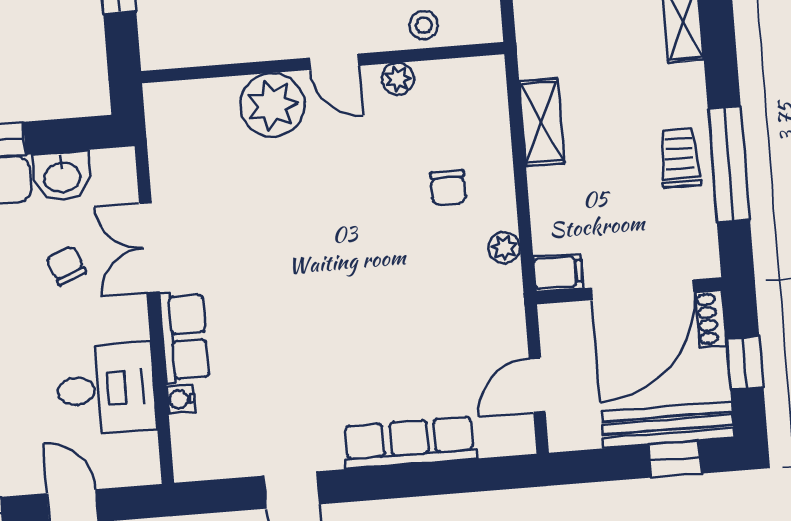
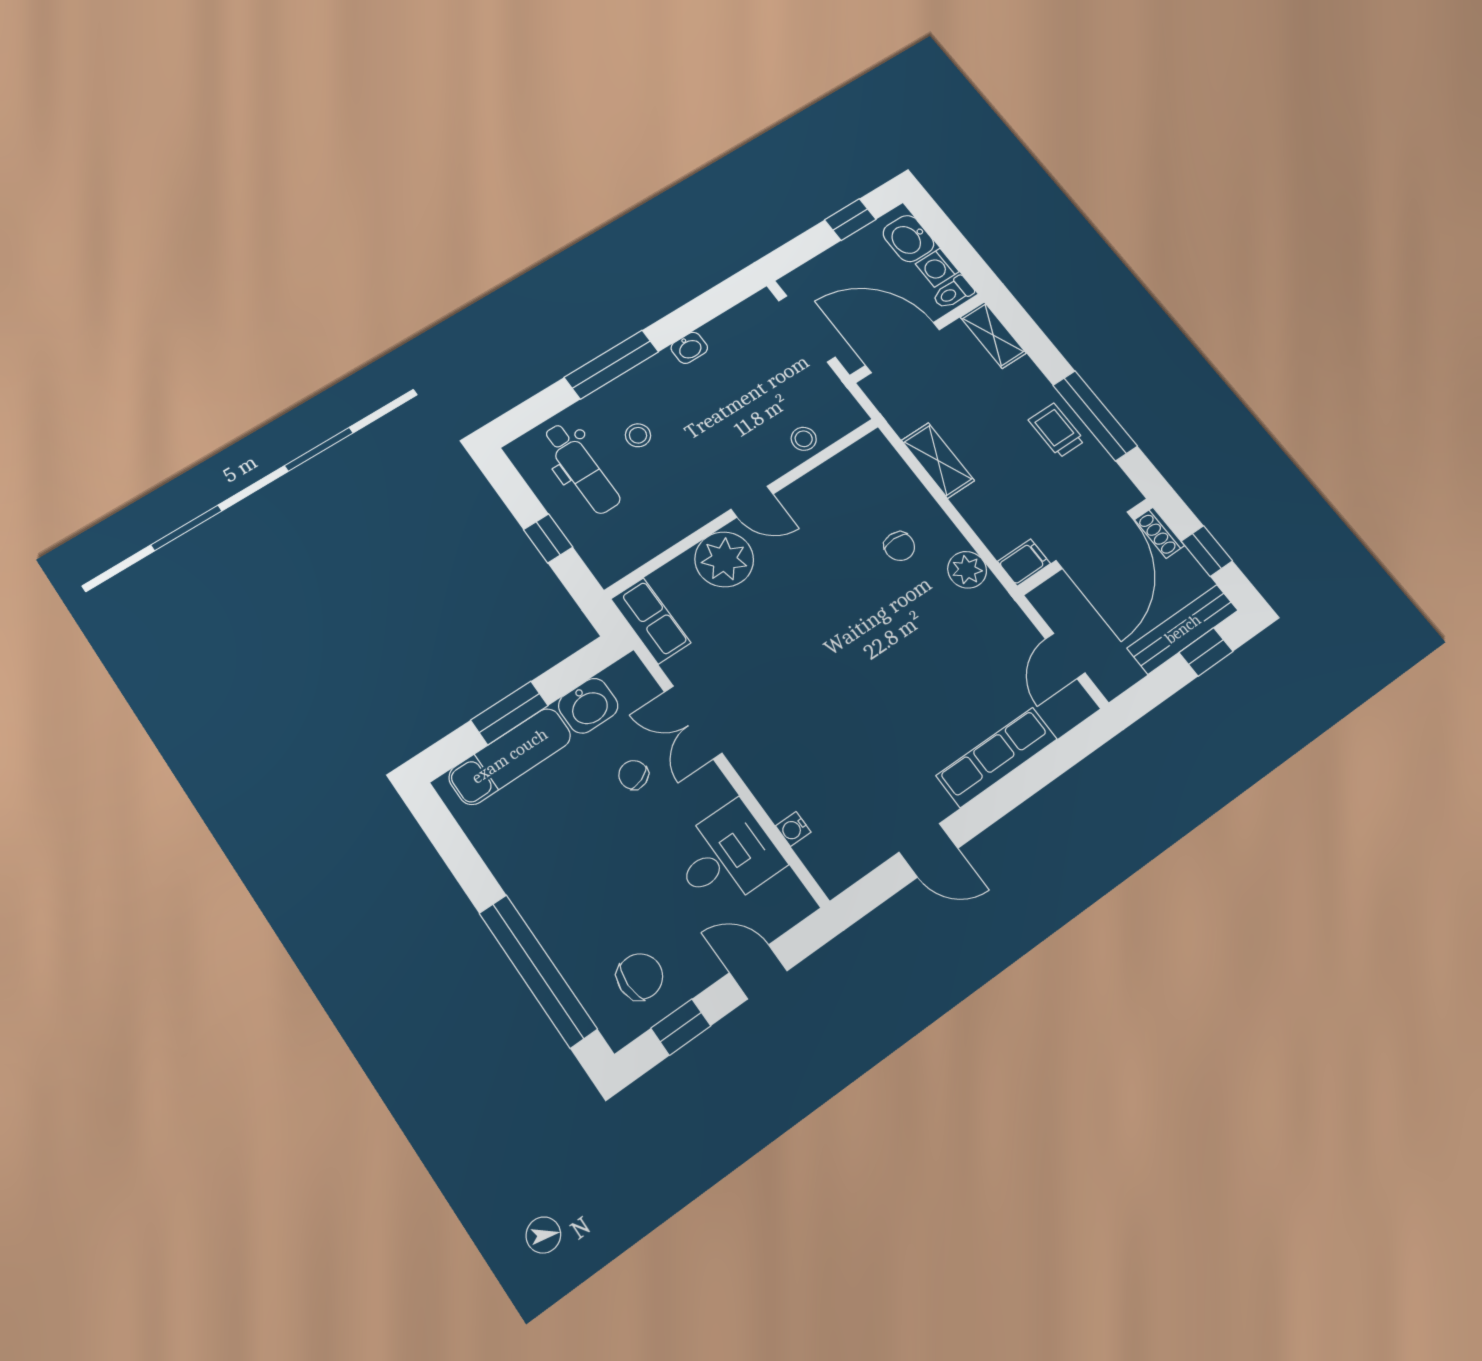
plant: (398, 79) -> (809, 488), removed
plant: (504, 248) -> (967, 570), width x1.38, depth x1.38
row of seats: (184, 337) -> (651, 621), moved

